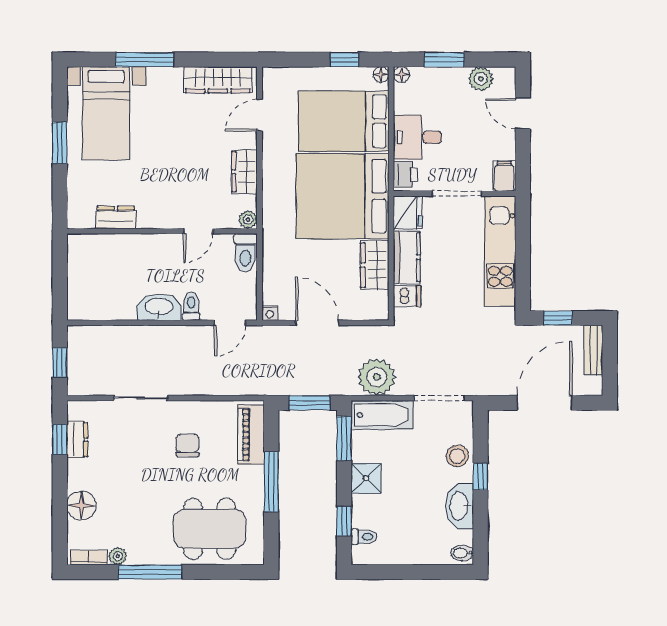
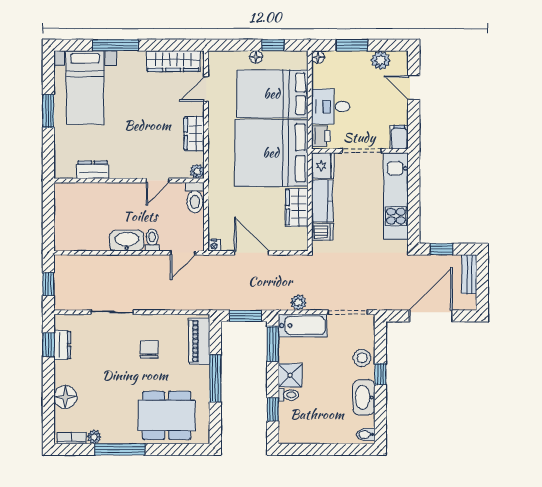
floor lamp: (381, 74) -> (256, 57), moved
plant: (377, 377) -> (299, 302), width x0.53, depth x0.53
toilet: (364, 537) -> (288, 395), moved

